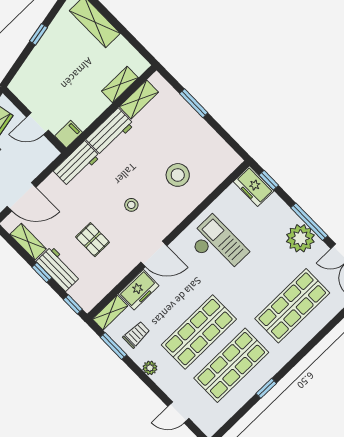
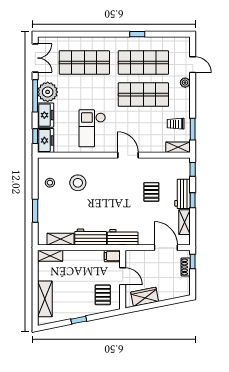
pallet: (39, 84) -> (103, 295), added
shelving: (120, 84) -> (50, 256), moved
stool: (131, 205) -> (50, 183), moved
freezer: (139, 290) -> (46, 115), moved, turned 90
plant: (150, 368) -> (185, 83), moved

